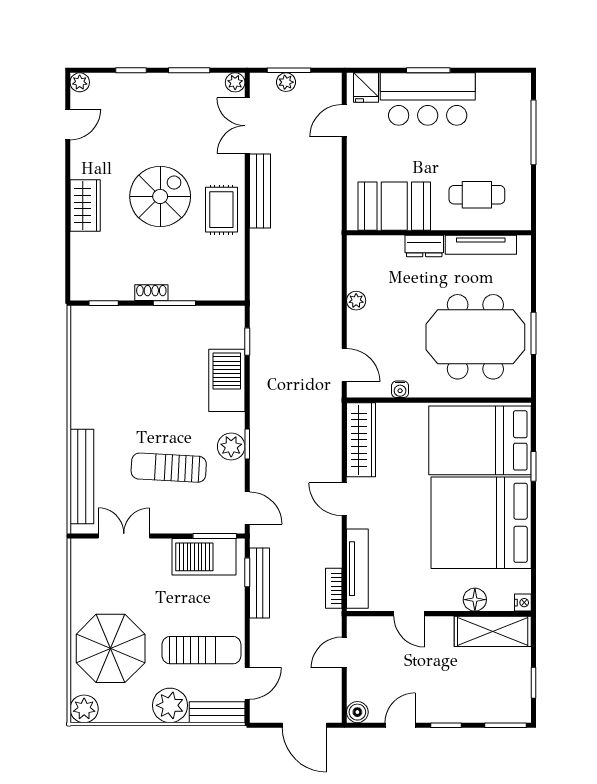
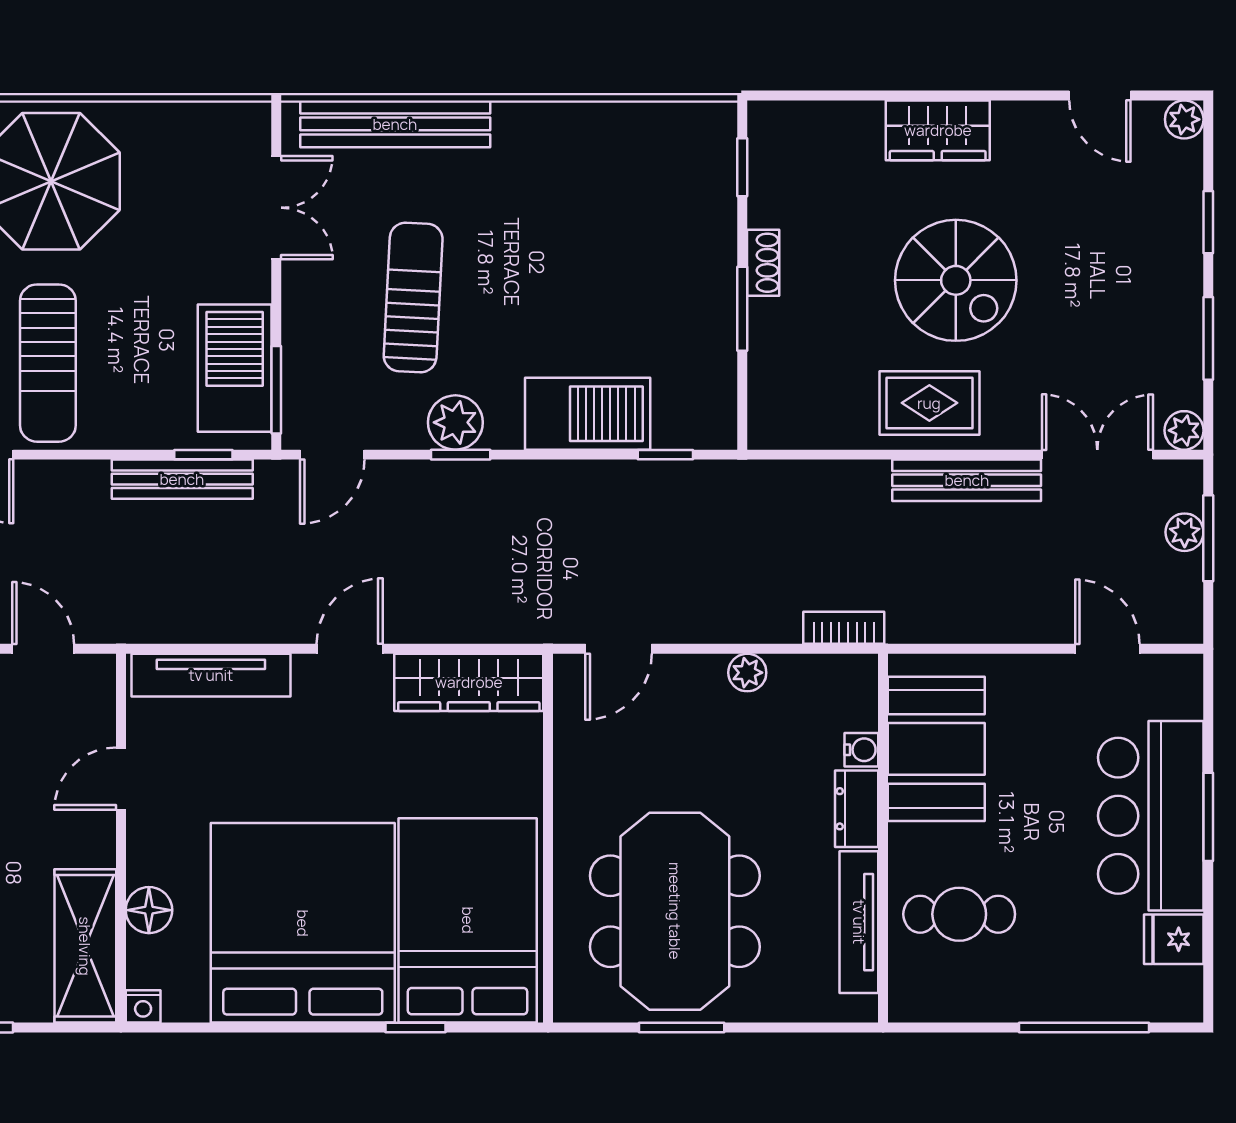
fridge: (366, 88) -> (1174, 939), moved
cafe table: (477, 195) -> (959, 914), turned 90
water cooler: (400, 389) -> (861, 750), moved, turned 180
bookcase: (334, 588) -> (844, 628), moved

